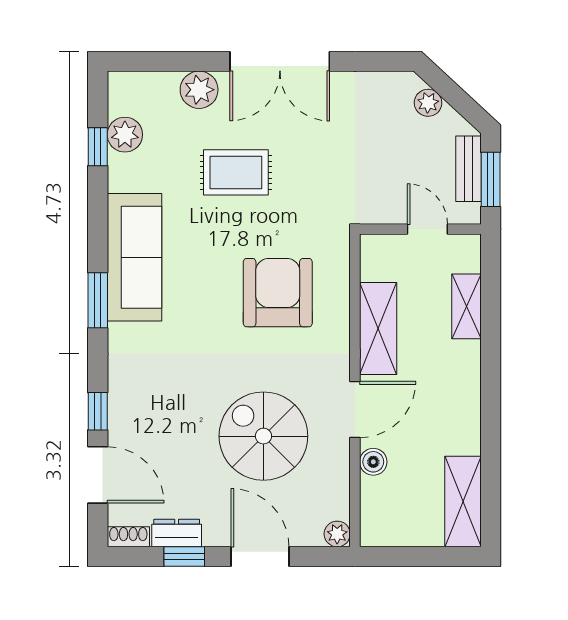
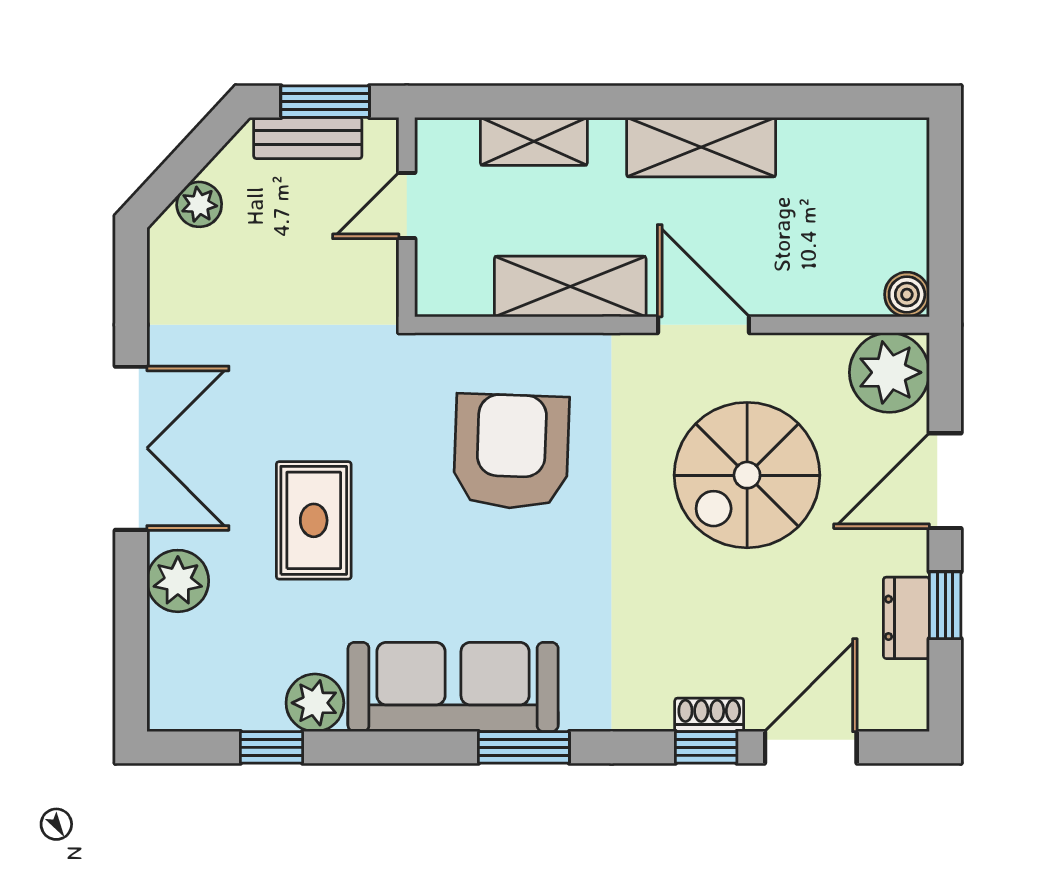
plant: (125, 135) -> (315, 703), moved
armchair: (278, 293) -> (511, 451), turned 92
boiler: (373, 462) -> (907, 294), moved
shelving: (463, 502) -> (701, 147), moved
plant: (337, 534) -> (889, 372), width x1.88, depth x1.88
shoe rack: (128, 537) -> (709, 715), moved, turned 90

